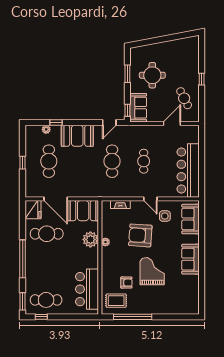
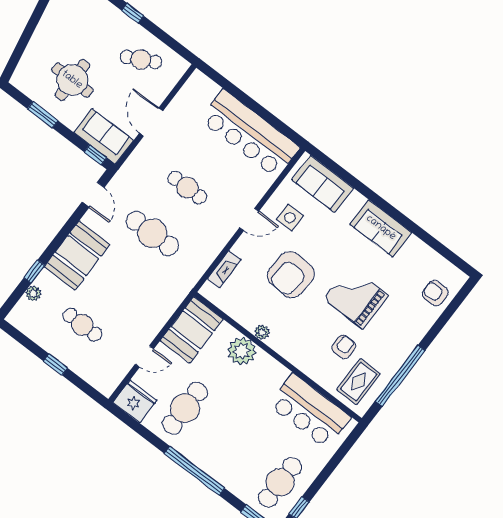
door: (172, 124) -> (151, 122), moved
cafe table: (49, 161) -> (82, 325), width x0.73, depth x0.74
door: (56, 199) -> (144, 356), width x0.53
armchair: (180, 305) -> (435, 293), added

